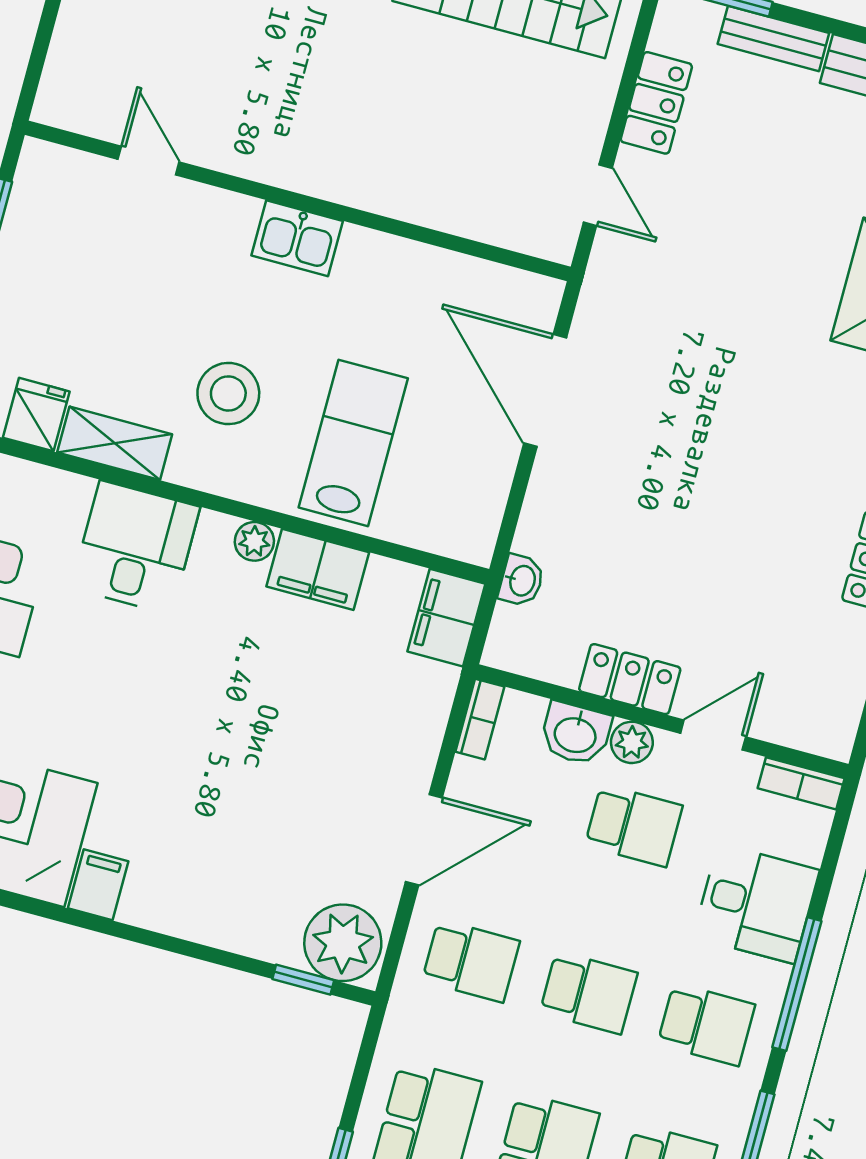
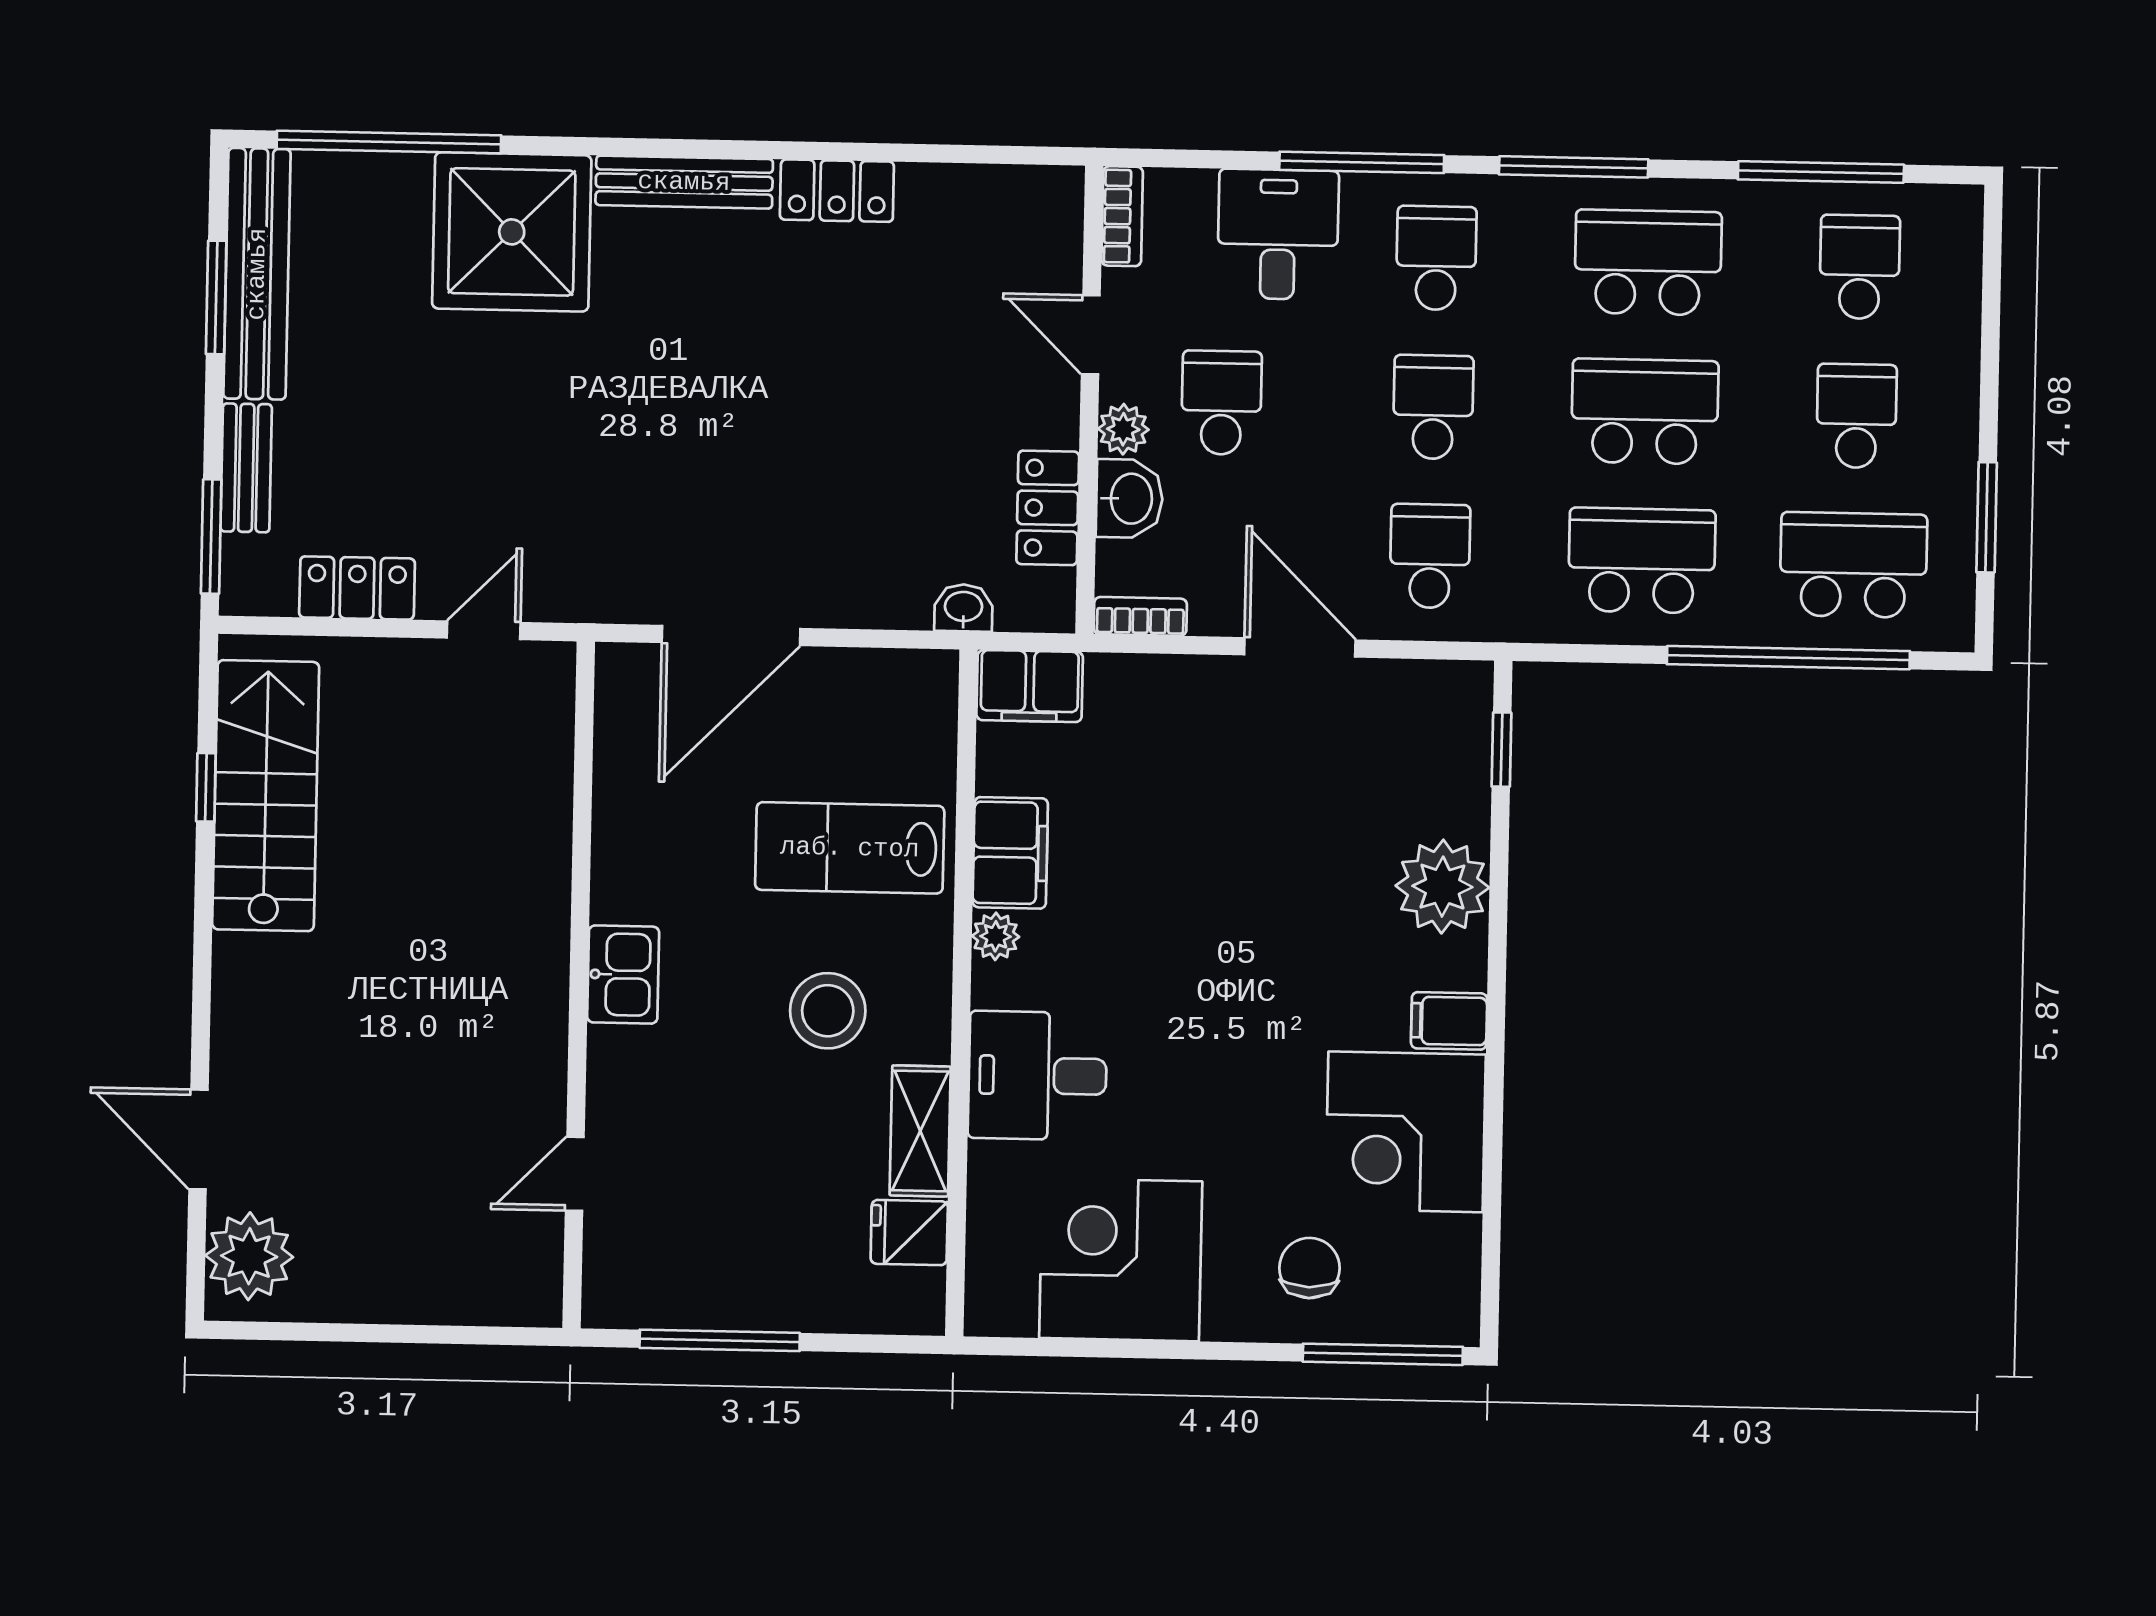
locker: (630, 679) -> (1048, 508), moved
plant: (343, 943) -> (1442, 887), moved

